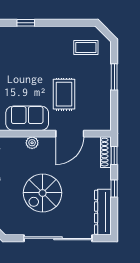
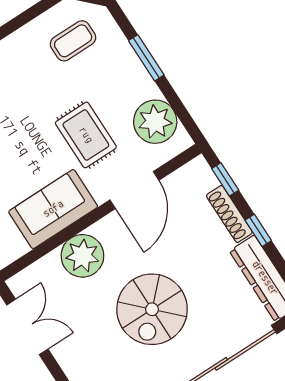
plant: (99, 109) -> (155, 122), added
plant: (32, 143) -> (82, 256), width x1.87, depth x1.87
shoe rack: (106, 152) -> (229, 214), moved

